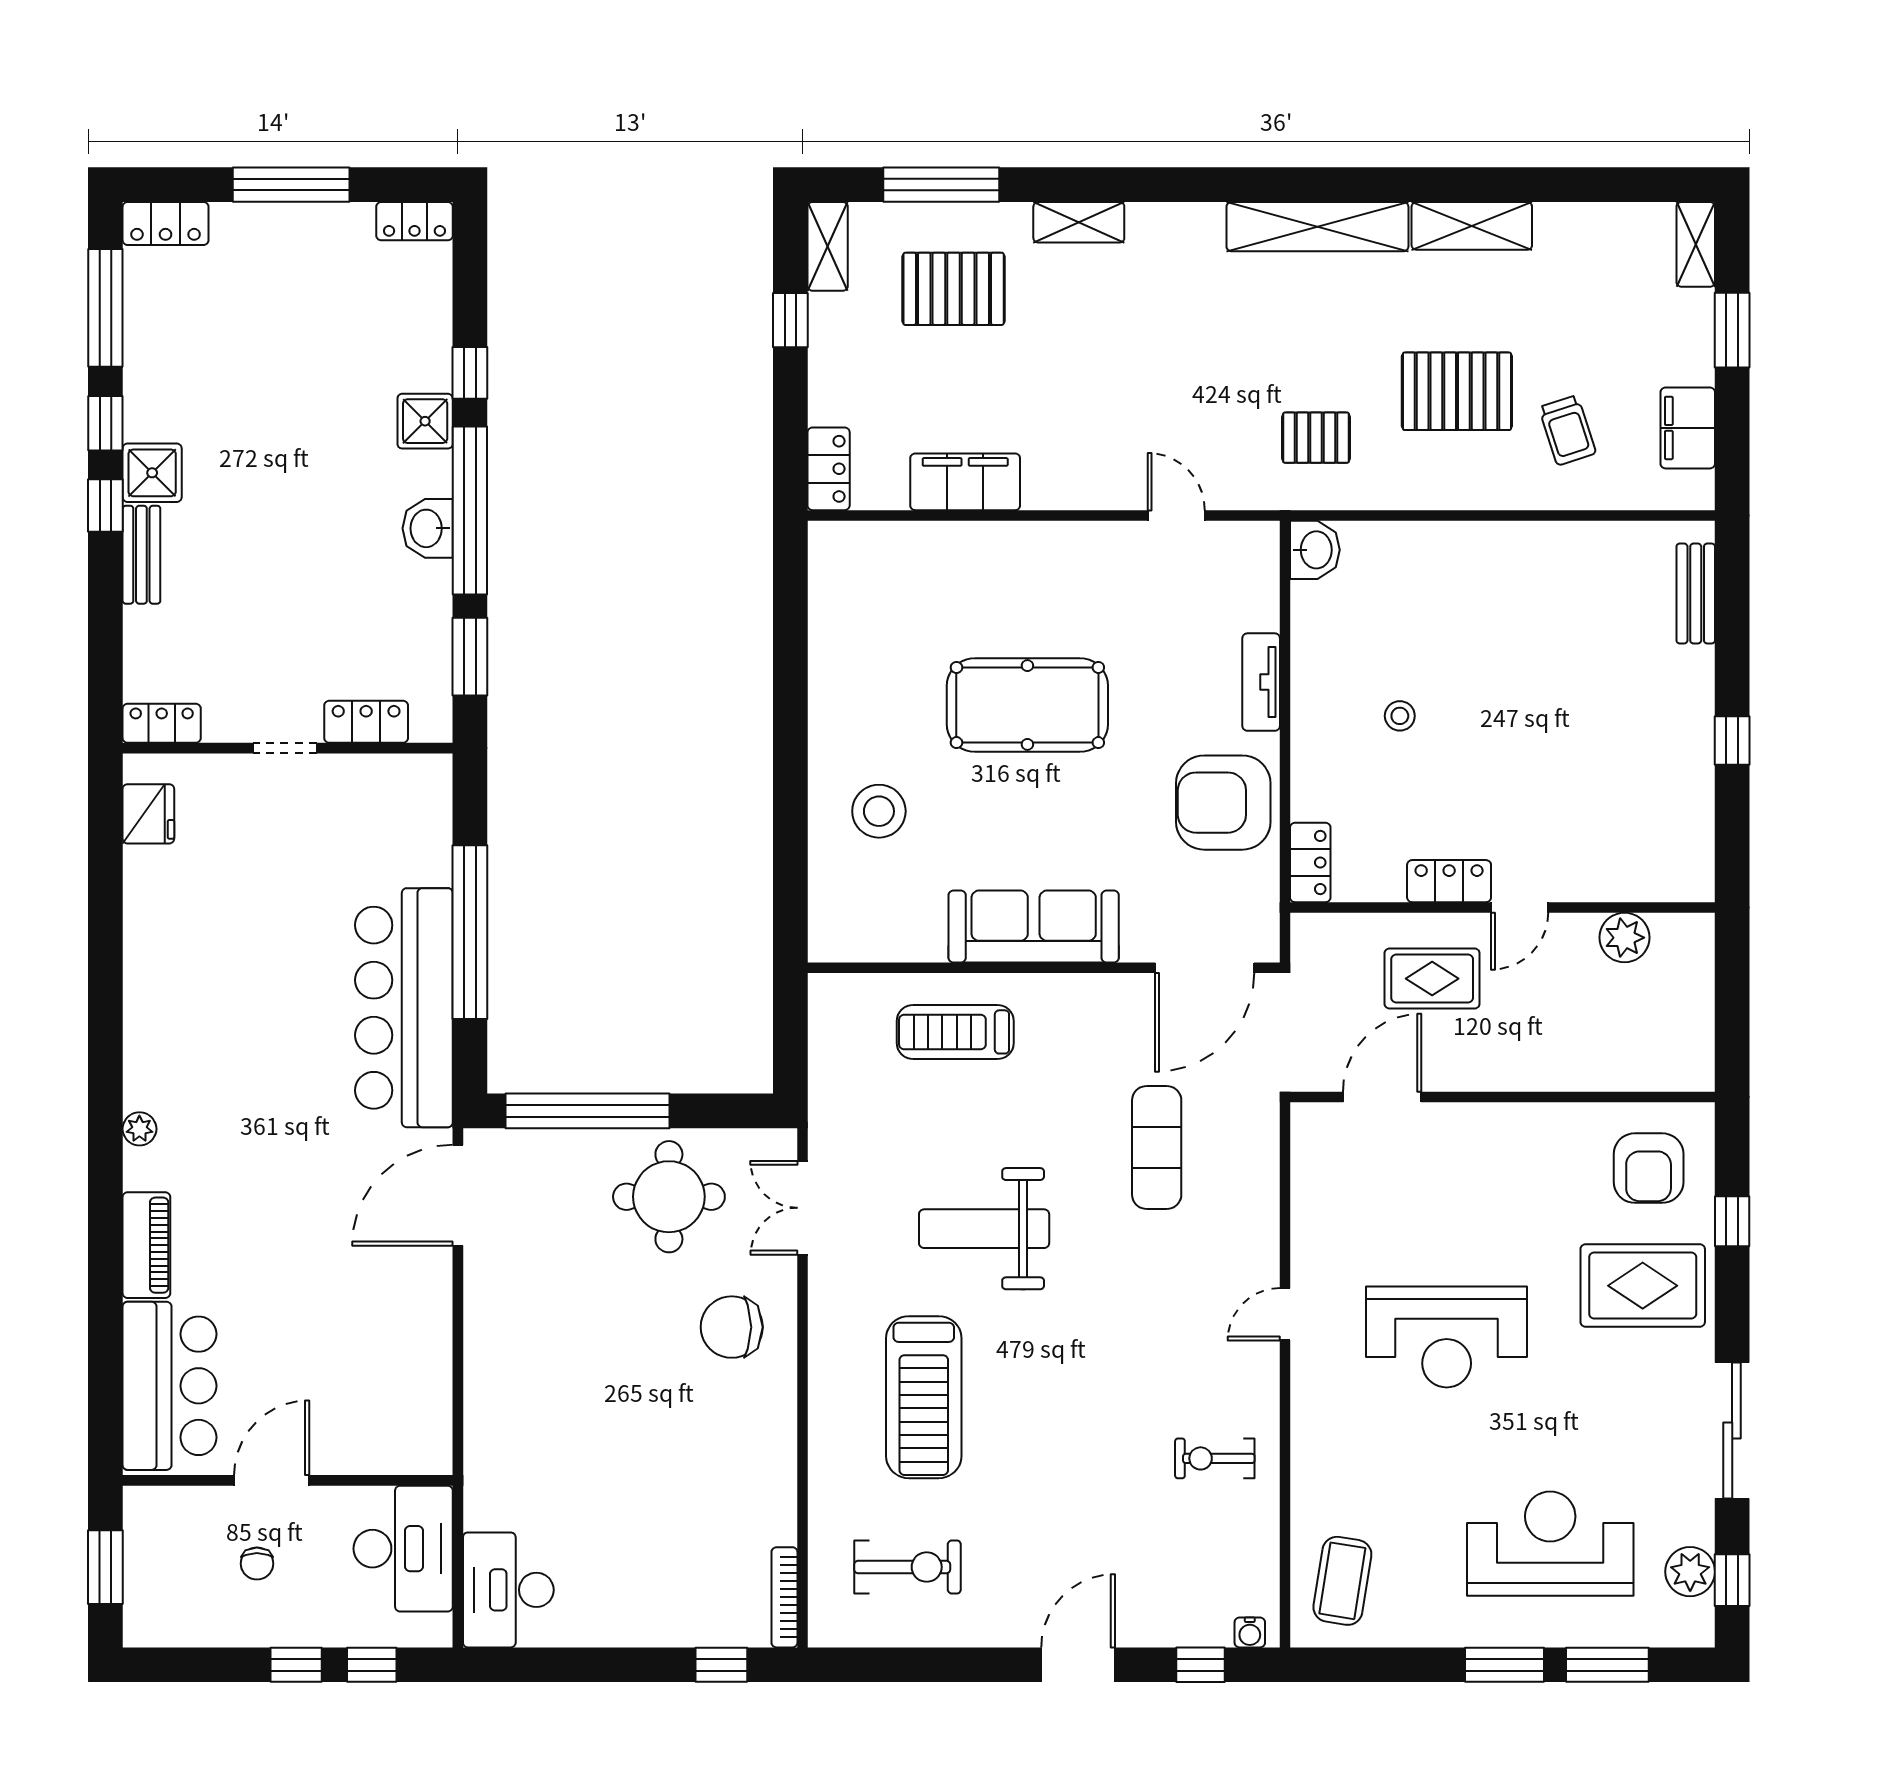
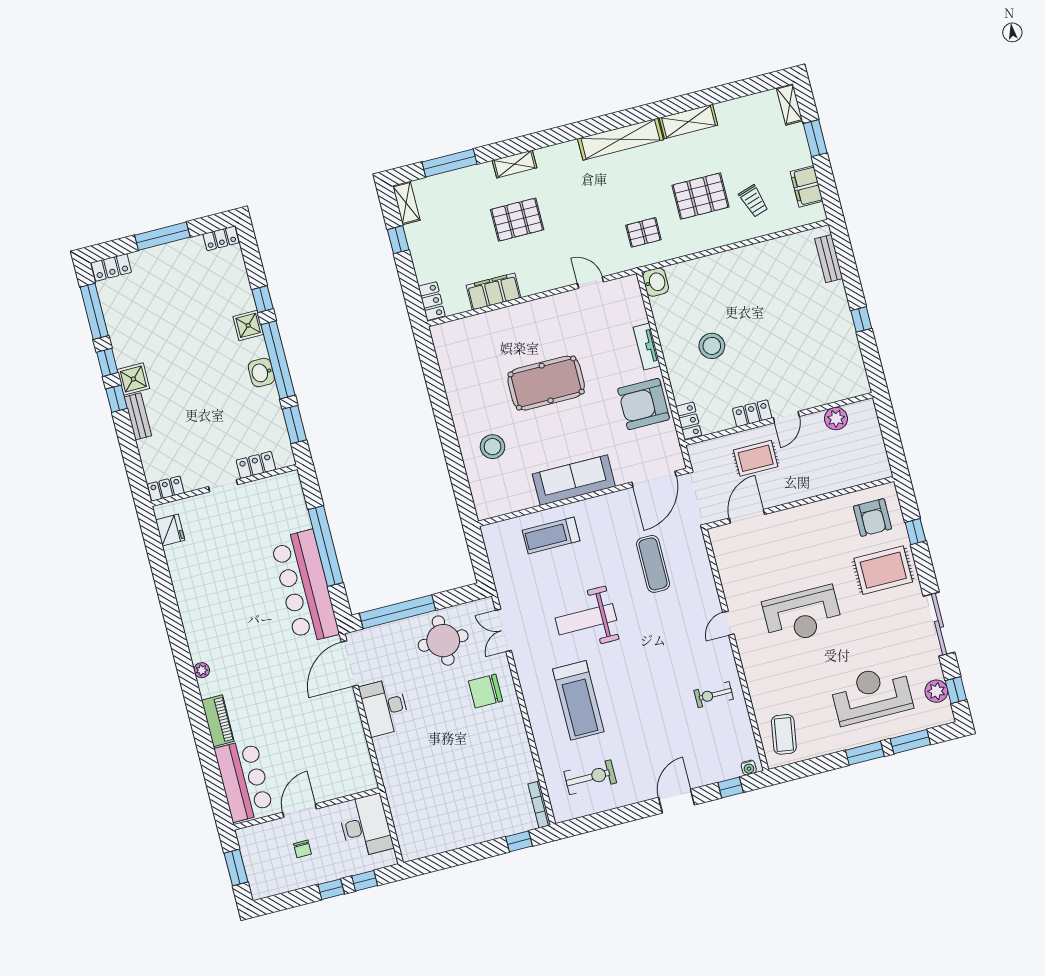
pallet: (954, 289) -> (517, 220), moved
stool: (1400, 716) -> (712, 346), width x1.89, depth x1.89
desk: (508, 1590) -> (385, 707), moved

